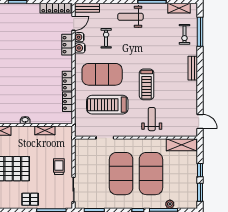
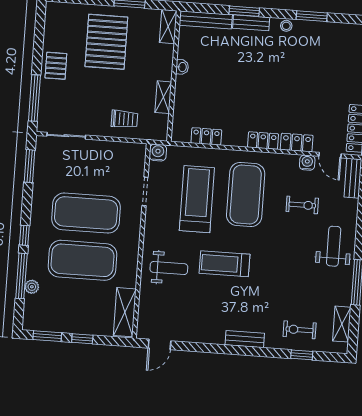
window: (200, 32) -> (302, 355), width x0.46
water cooler: (80, 48) -> (158, 153), moved
locker: (67, 81) -> (263, 141), moved
trolley: (59, 167) -> (124, 119), moved

